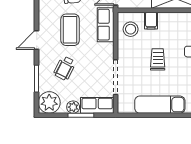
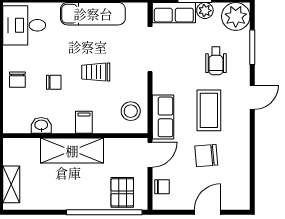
filing cabinet: (151, 21) -> (84, 122), moved
trolley: (158, 59) -> (96, 72), turned 90
wheelchair: (65, 68) -> (216, 61), turned 153

